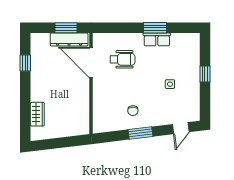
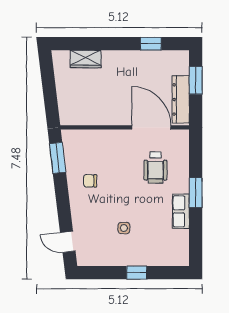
window: (66, 28) -> (196, 80), moved
window: (155, 28) -> (196, 193), moved
door: (91, 63) -> (151, 127), hinge flipped
window: (140, 133) -> (58, 158), moved

